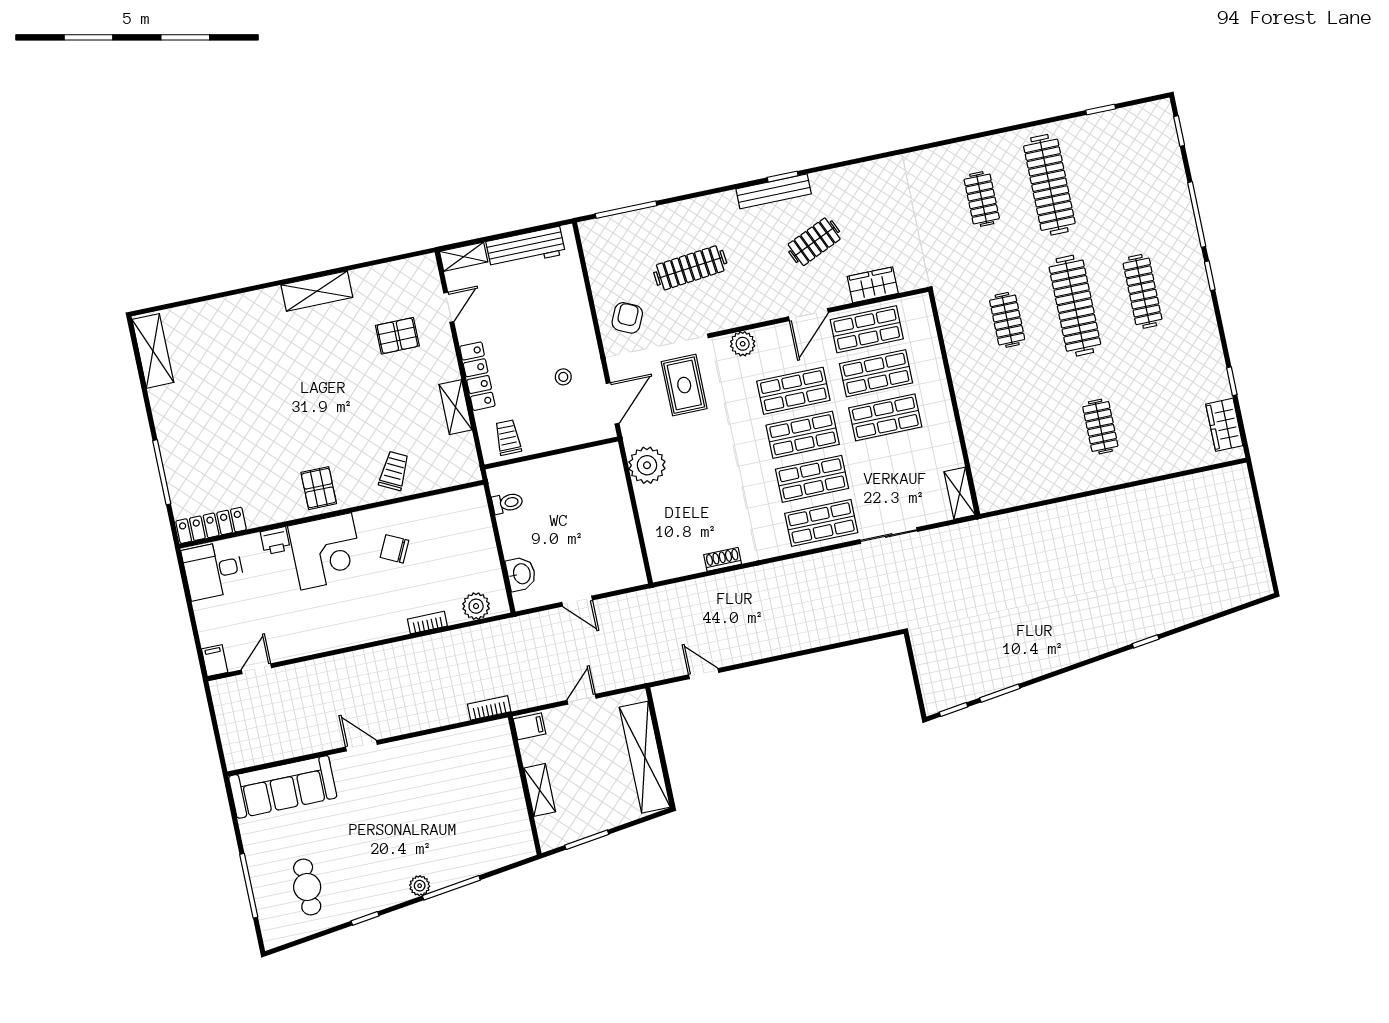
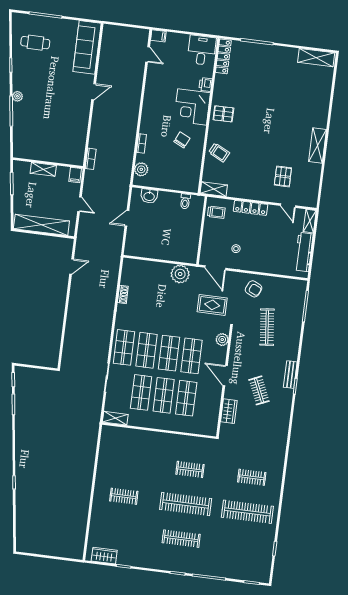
bench: (774, 191) -> (290, 375), width x0.73
shop shelf: (867, 329) -> (141, 392), moved
shelving: (455, 407) -> (214, 189), moved

